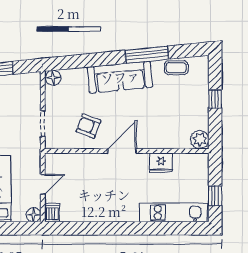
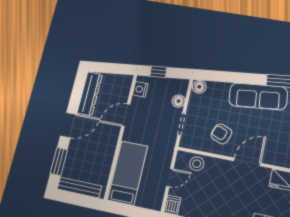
stool: (69, 164) -> (197, 164), added
floor lamp: (34, 215) -> (179, 101), moved

